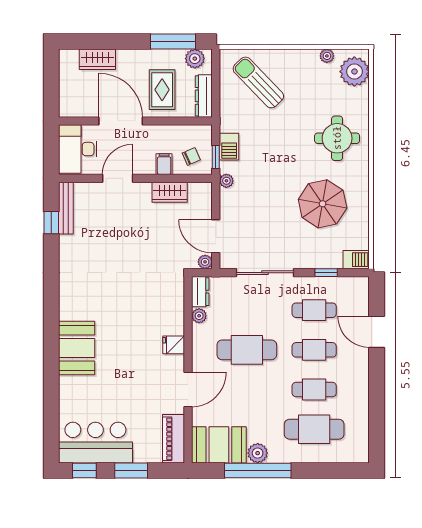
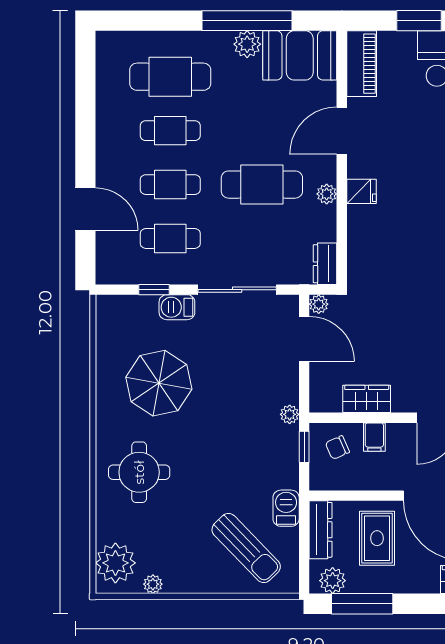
barbecue: (229, 147) -> (286, 508), moved
barbecue: (356, 260) -> (177, 307), moved
plant: (199, 316) -> (327, 194), moved

